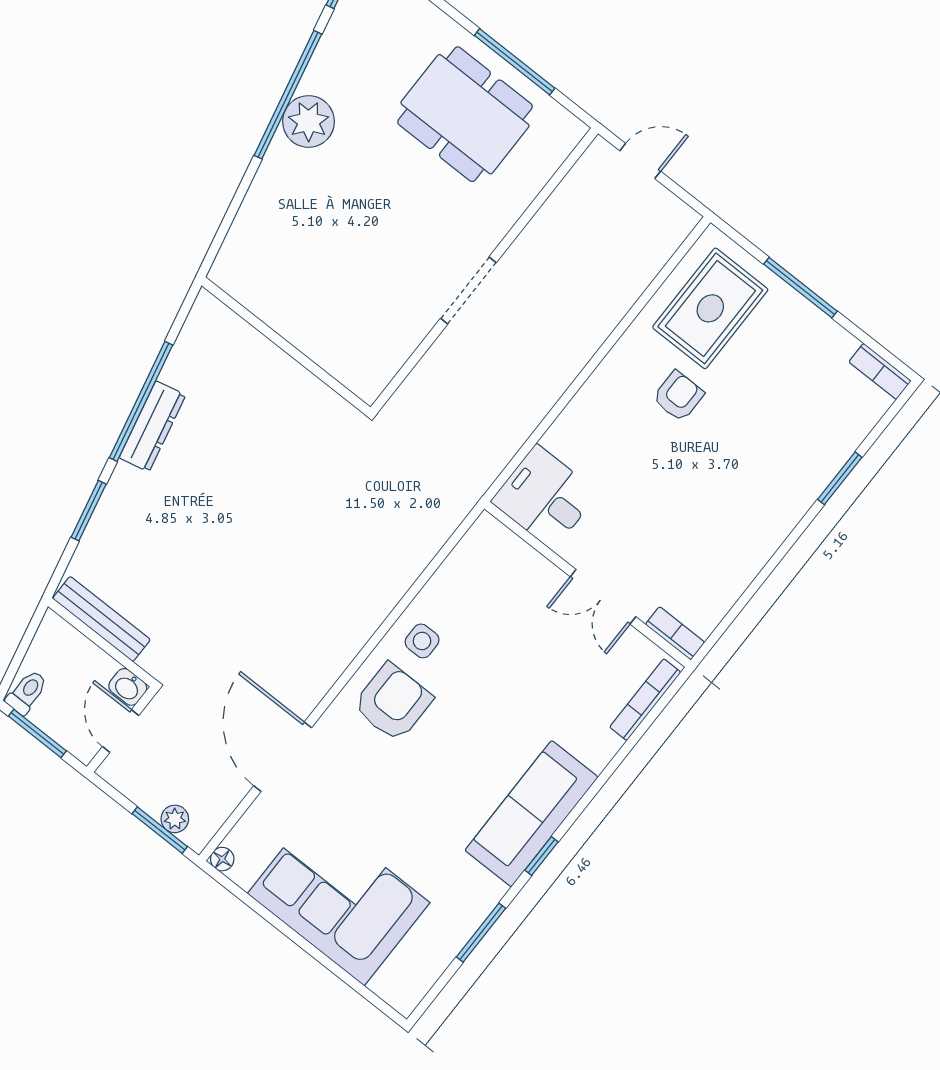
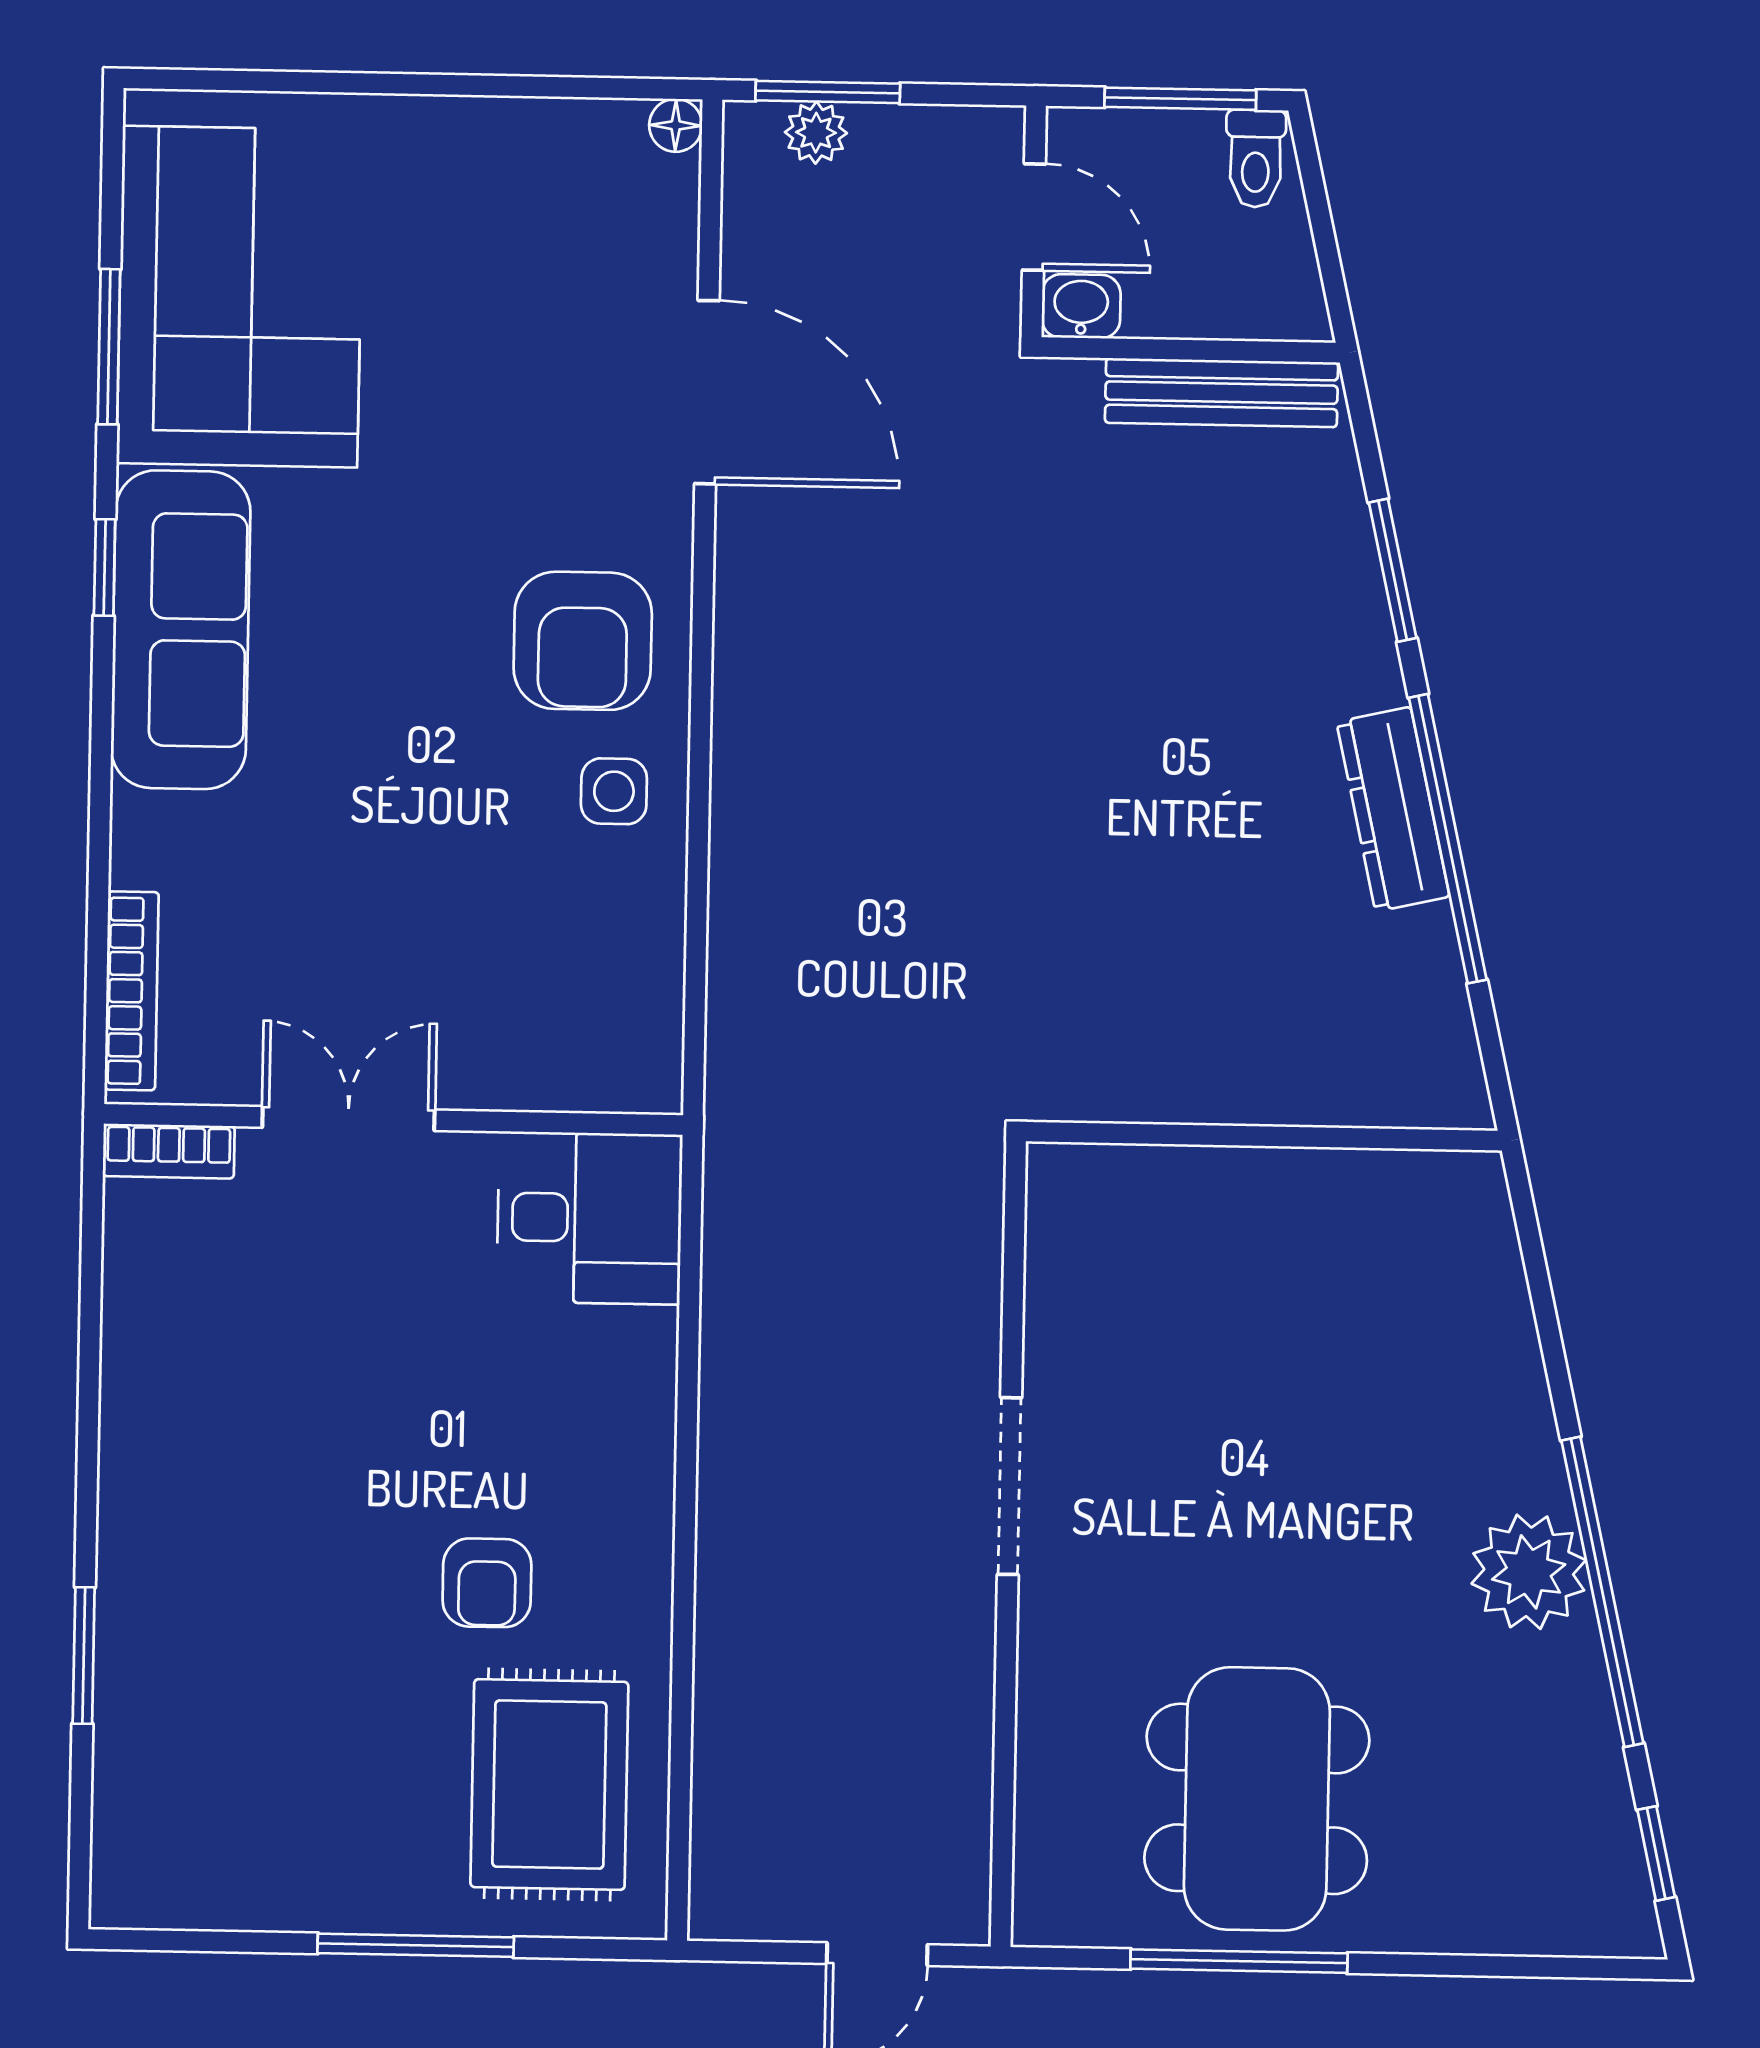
dining table: (465, 114) -> (1257, 1799), turned 90
bookcase: (880, 371) -> (158, 1903), removed
corner sofa: (339, 898) -> (240, 297), moved, turned -90

